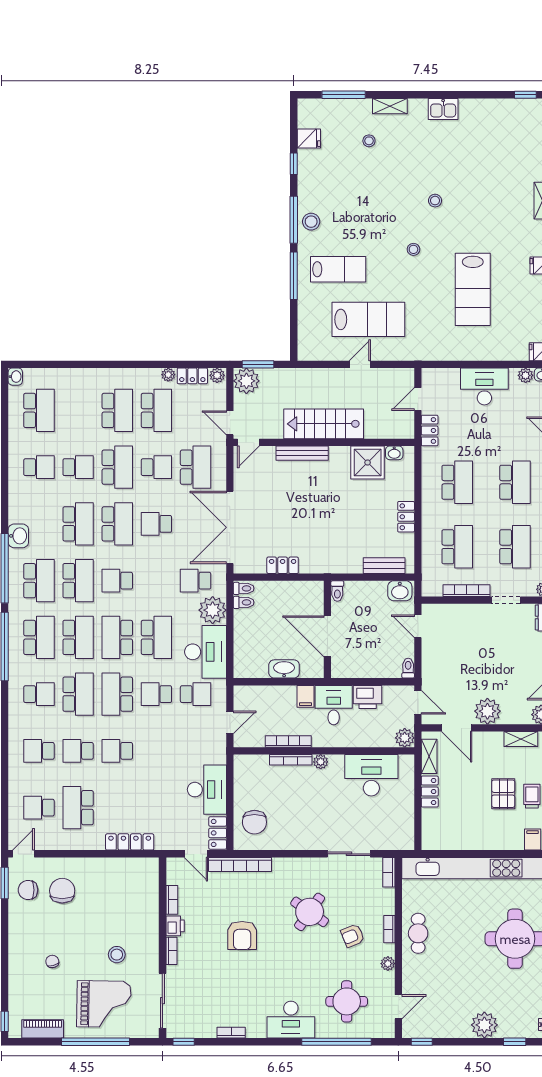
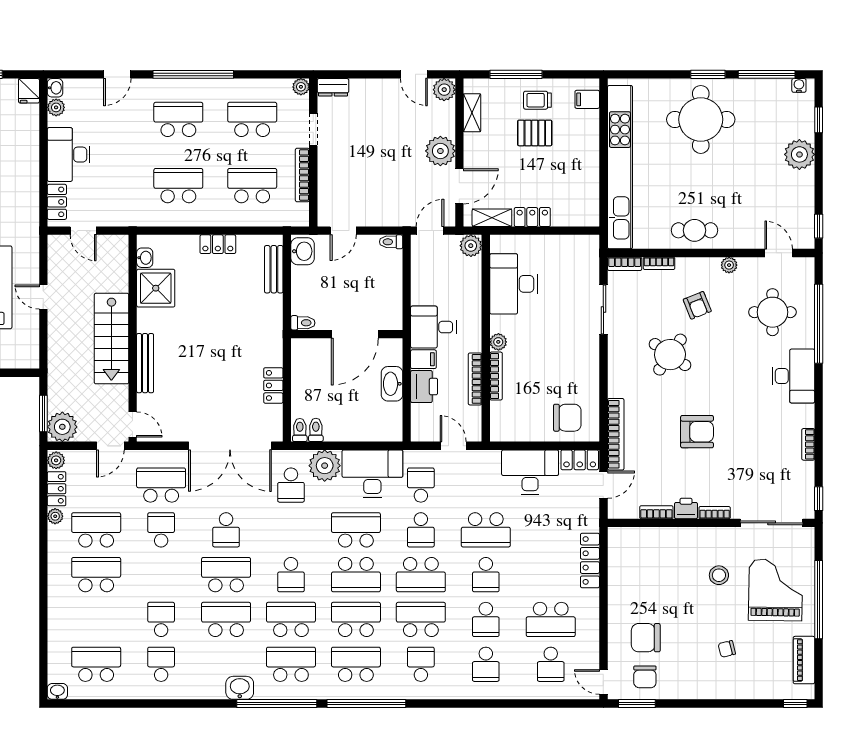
locker: (430, 430) -> (57, 202), moved, turned 90
school desk: (117, 467) -> (486, 530), moved, turned 180
printer: (368, 697) -> (424, 387), moved
bookcase: (389, 929) -> (659, 263), moved

